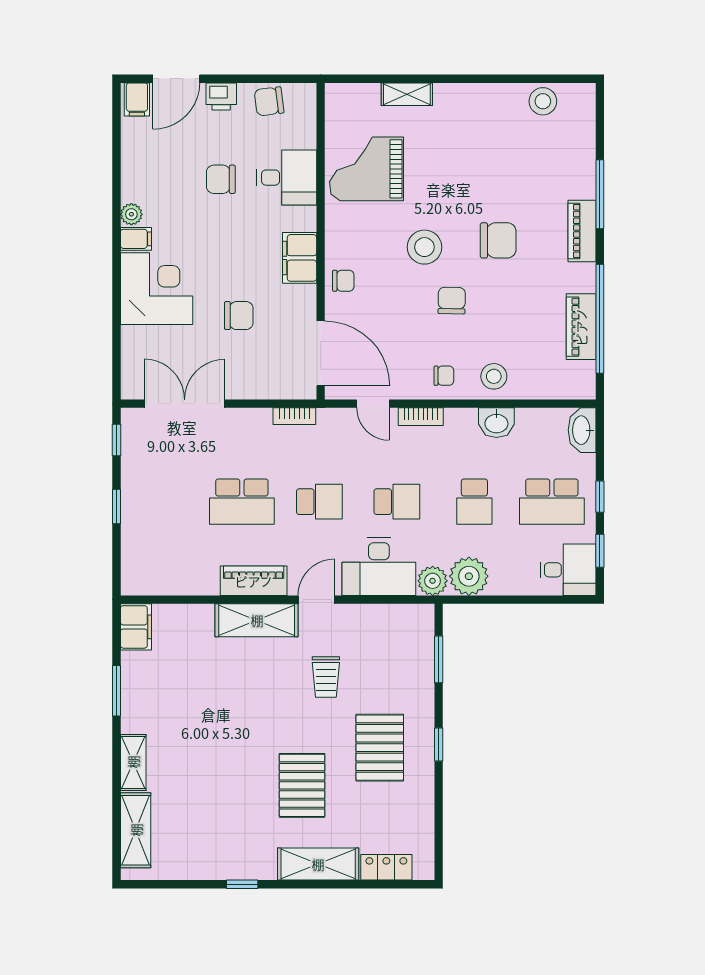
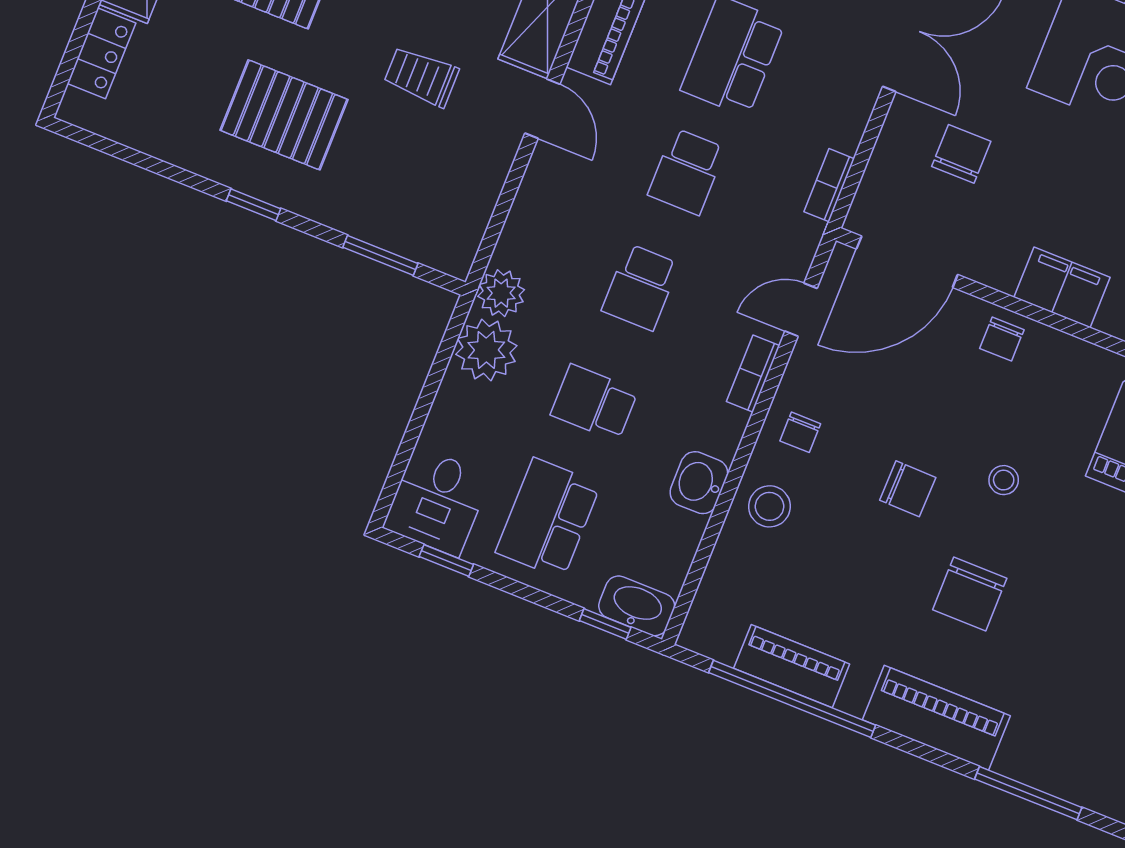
window: (600, 194) -> (1028, 793), moved
piano: (582, 231) -> (936, 718), width x1.37, depth x1.33
stool: (424, 247) -> (1004, 480), width x0.53, depth x0.53
chair: (239, 316) -> (961, 154), moved, turned 180
window: (600, 497) -> (605, 624), moved
desk: (379, 567) -> (554, 221), removed

